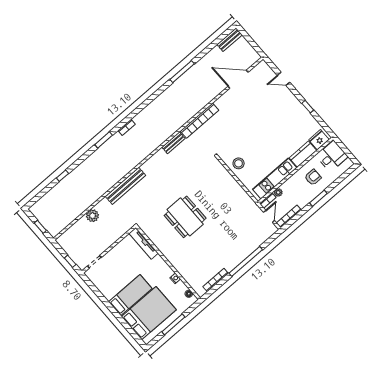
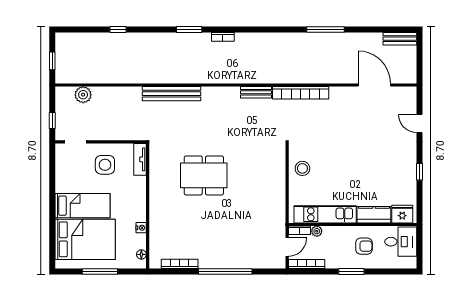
plant: (92, 216) -> (83, 95), moved
dining table: (185, 217) -> (204, 175), turned 90
tv unit: (144, 243) -> (140, 159), width x0.71
side table: (123, 260) -> (105, 165), added

